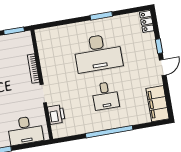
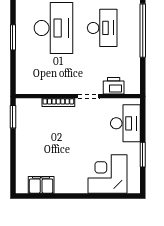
window: (101, 16) -> (13, 37), moved
desk: (105, 96) -> (102, 28), width x1.37

